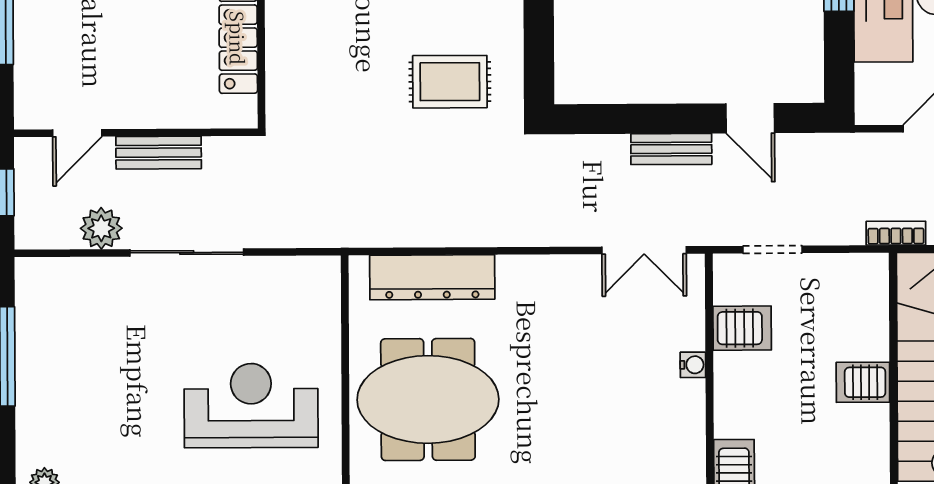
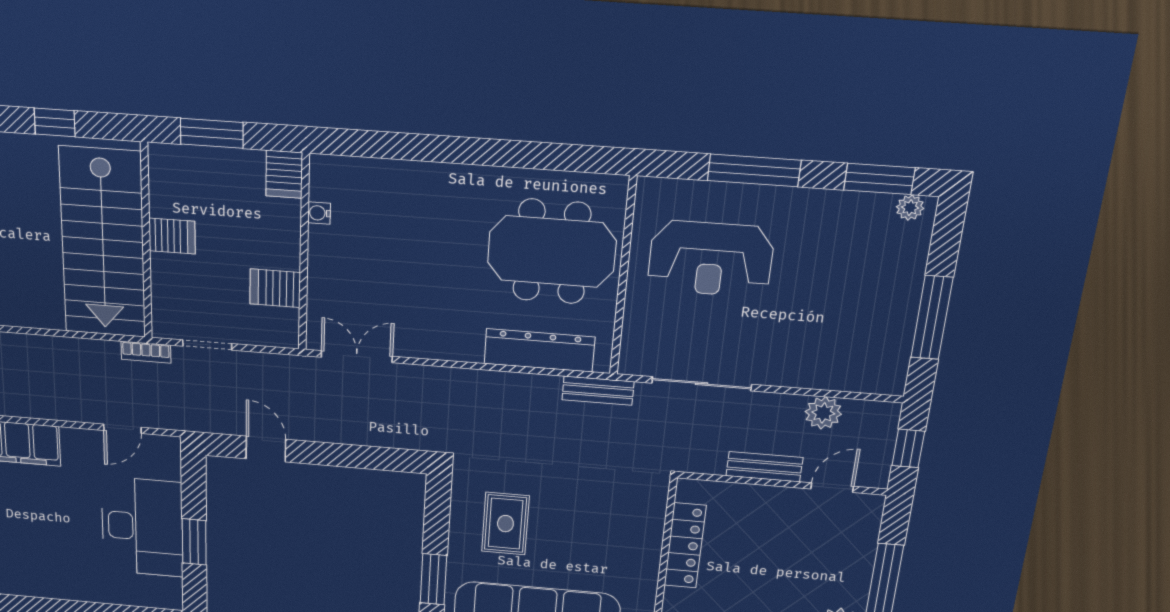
rug: (450, 82) -> (505, 524), moved, turned 90
bench: (671, 149) -> (598, 391), moved
doorway: (773, 249) -> (207, 345), moved
sliding door: (187, 253) -> (702, 384), moved
water cooler: (693, 365) -> (319, 213), moved

